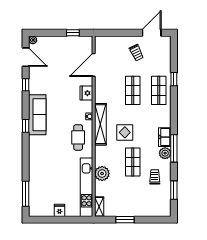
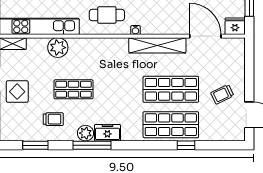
shop shelf: (133, 90) -> (171, 89), width x1.43, depth x1.36
shop shelf: (159, 90) -> (171, 125), width x1.43, depth x1.36
fridge: (86, 93) -> (235, 26), moved
shelving: (100, 124) -> (157, 45), moved
display table: (125, 132) -> (17, 92), moved

